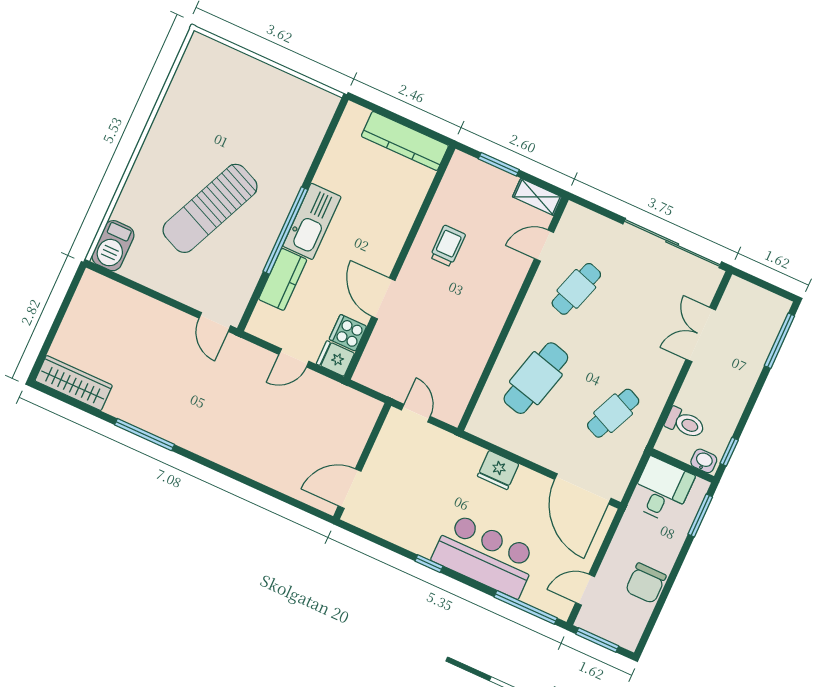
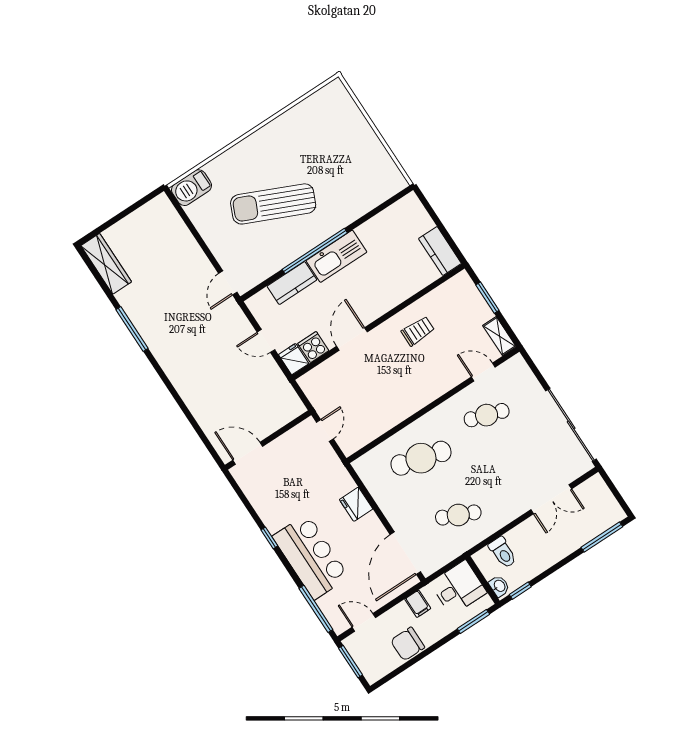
kitchen counter: (405, 141) -> (440, 251), width x0.67
double door: (701, 335) -> (551, 499), swing flipped
filing cabinet: (630, 534) -> (418, 604), added

